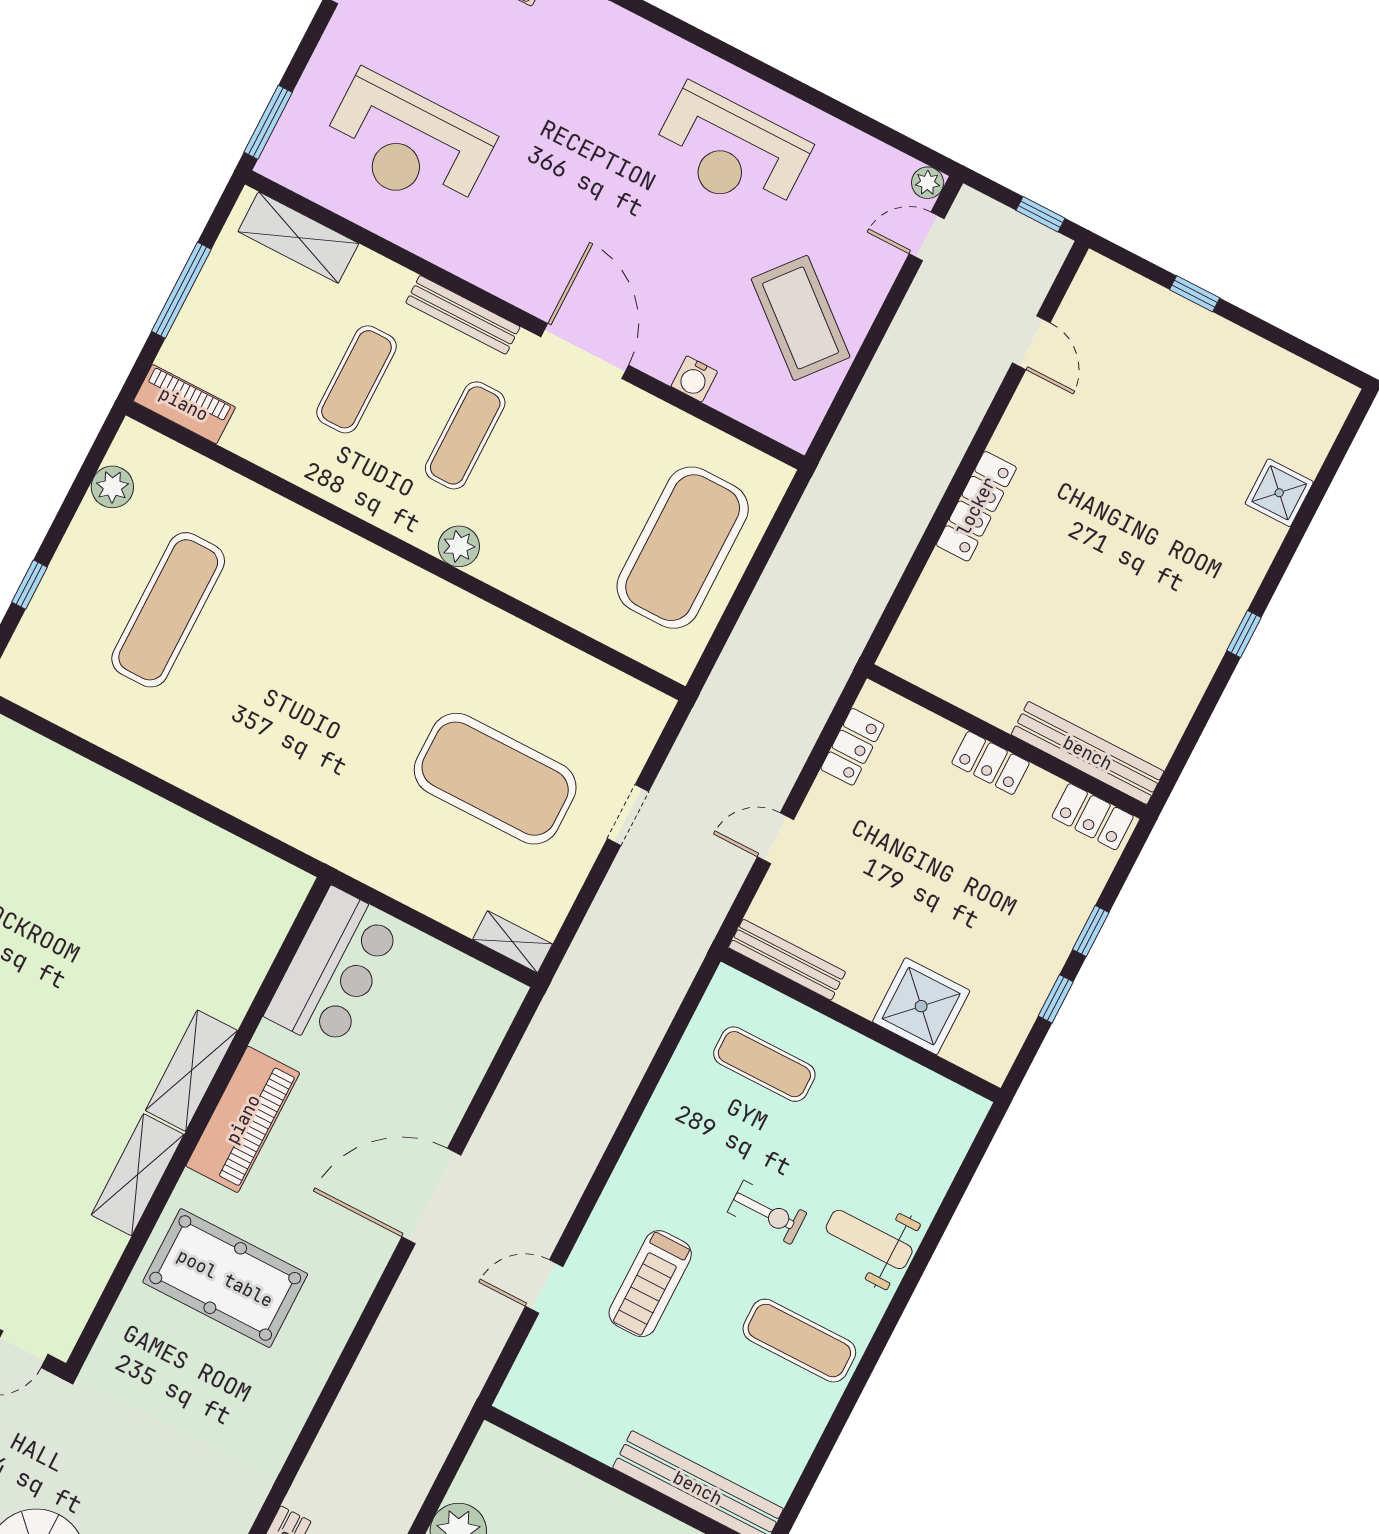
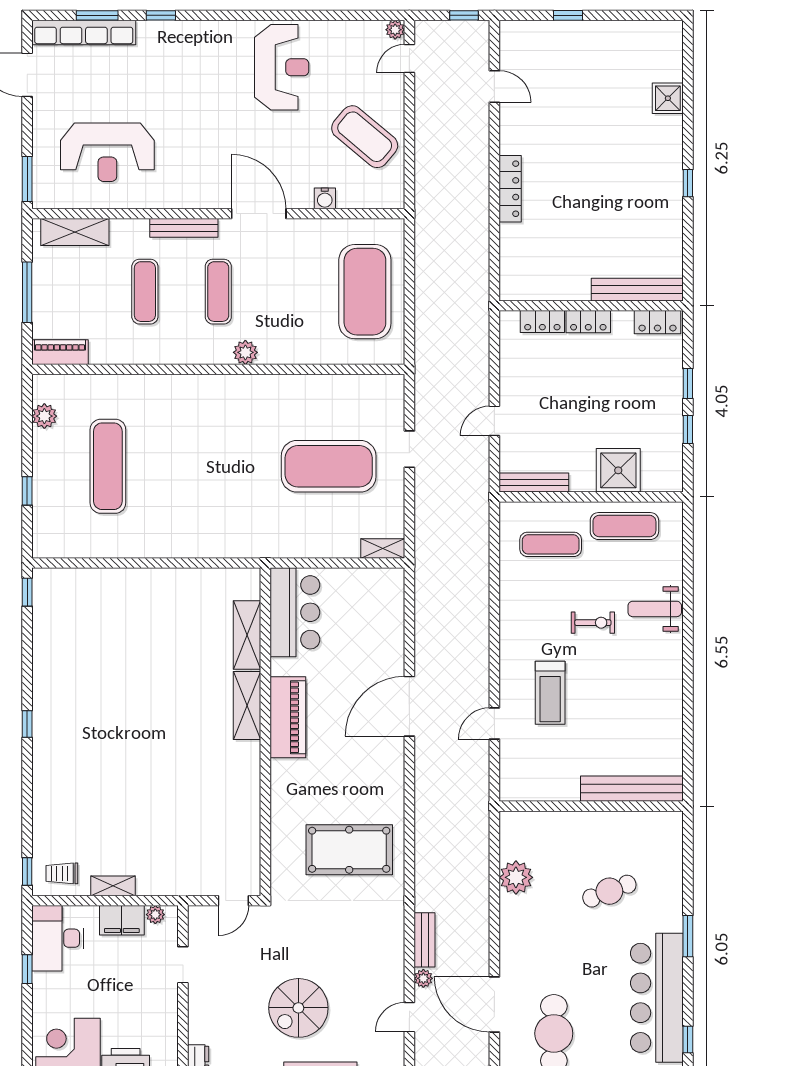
reception desk: (731, 152) -> (282, 67), turned -90
locker: (852, 747) -> (542, 322), moved, turned 90
shelving: (138, 1175) -> (247, 635), moved
pool table: (225, 1278) -> (349, 850), moved
exercise mat: (799, 1341) -> (624, 526), moved

